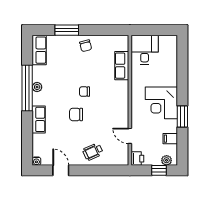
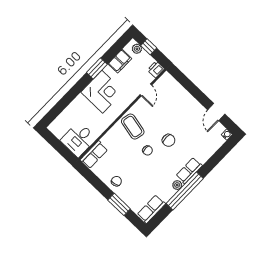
row of seats: (122, 66) -> (94, 155), moved
coffee table: (113, 99) -> (133, 127), added
row of seats: (39, 119) -> (189, 171), moved
filing cabinet: (170, 139) -> (120, 61), width x2.00
wheelchair: (93, 152) -> (182, 104), removed

